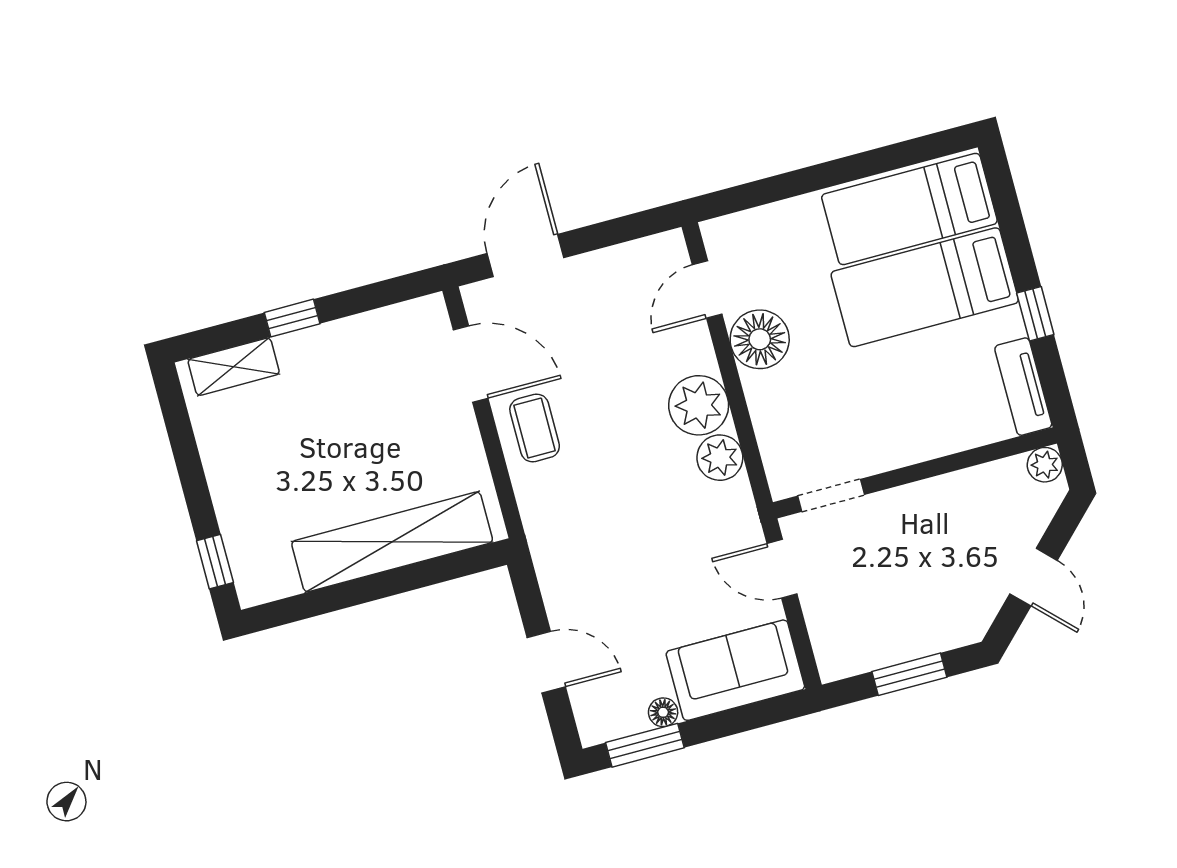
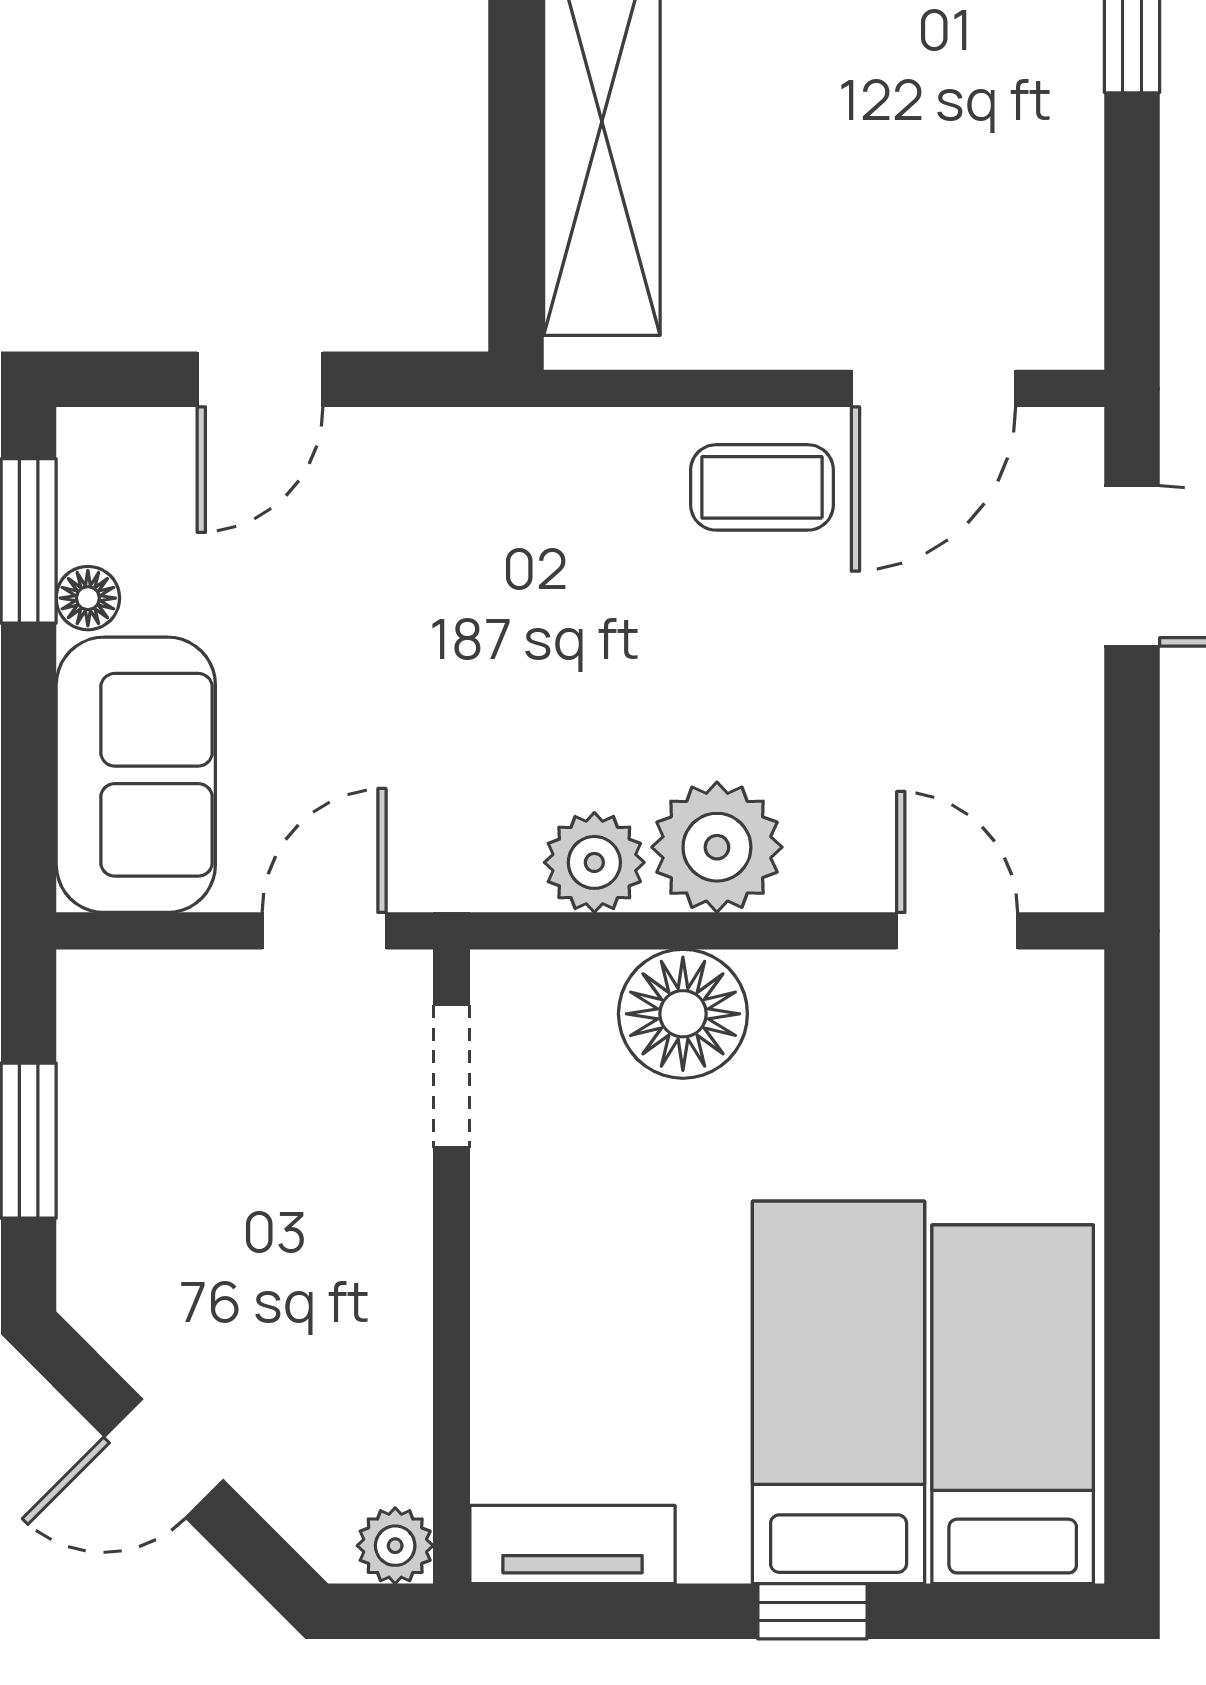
window: (1035, 314) -> (812, 1611), moved
floor lamp: (760, 339) -> (683, 1014), moved

